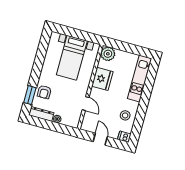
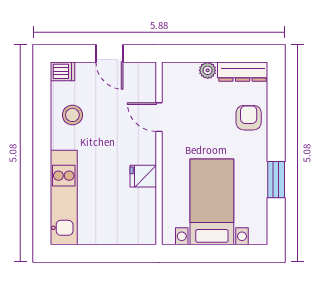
plant: (108, 54) -> (141, 230), removed
fridge: (102, 79) -> (143, 176), width x0.53, depth x0.75
window: (30, 95) -> (276, 180), moved

